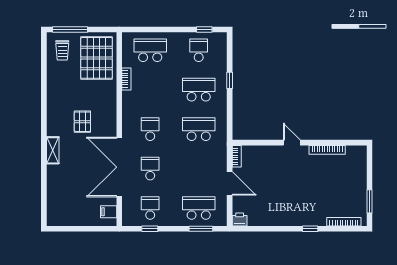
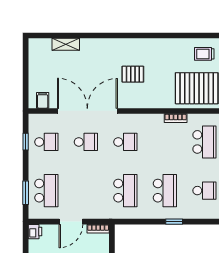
shelving: (53, 150) -> (66, 44), moved

